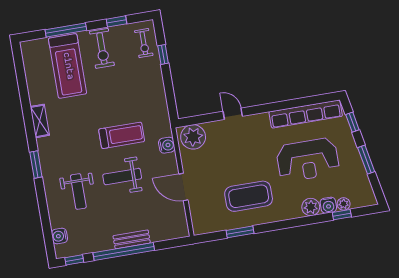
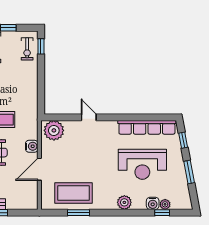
window: (163, 54) -> (41, 46), moved
water cooler: (167, 145) -> (32, 146), moved
door: (183, 187) -> (39, 169), hinge flipped
coffee table: (249, 196) -> (74, 193), moved
plant: (311, 207) -> (124, 202), moved

